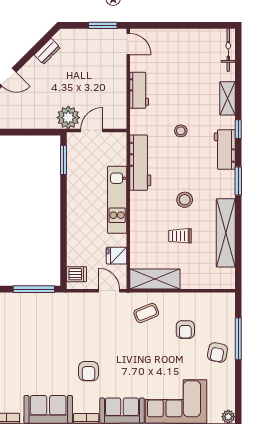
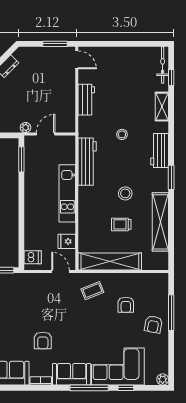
plant: (68, 118) -> (25, 127), width x0.53, depth x0.53
window: (238, 129) -> (171, 78), moved
shelving: (155, 279) -> (110, 261), width x1.47

